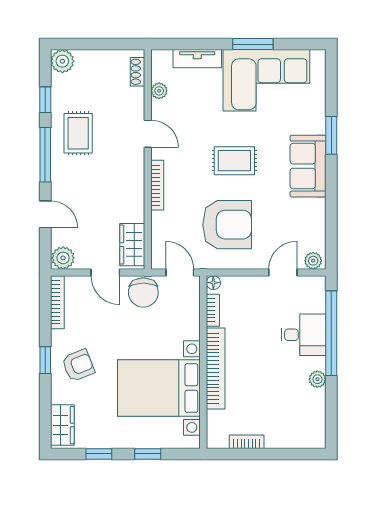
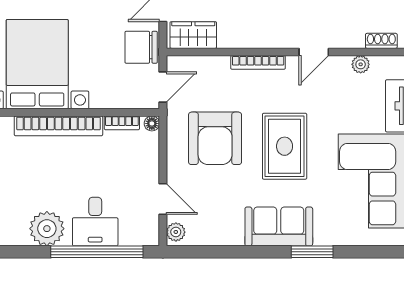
rug: (234, 161) -> (285, 146), width x1.36, depth x1.43
plant: (317, 379) -> (47, 229), width x1.88, depth x1.88

